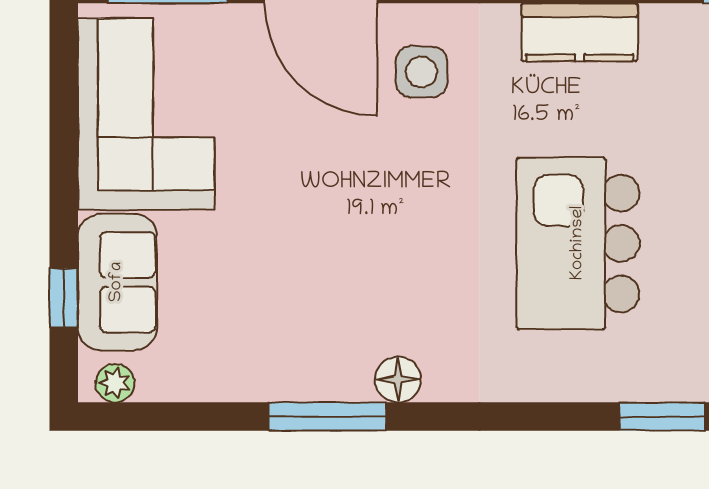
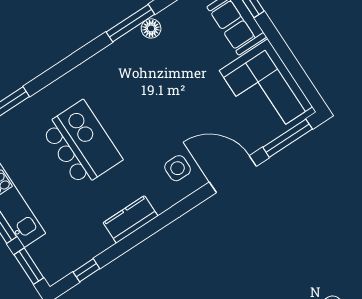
floor lamp: (398, 380) -> (151, 28), moved

